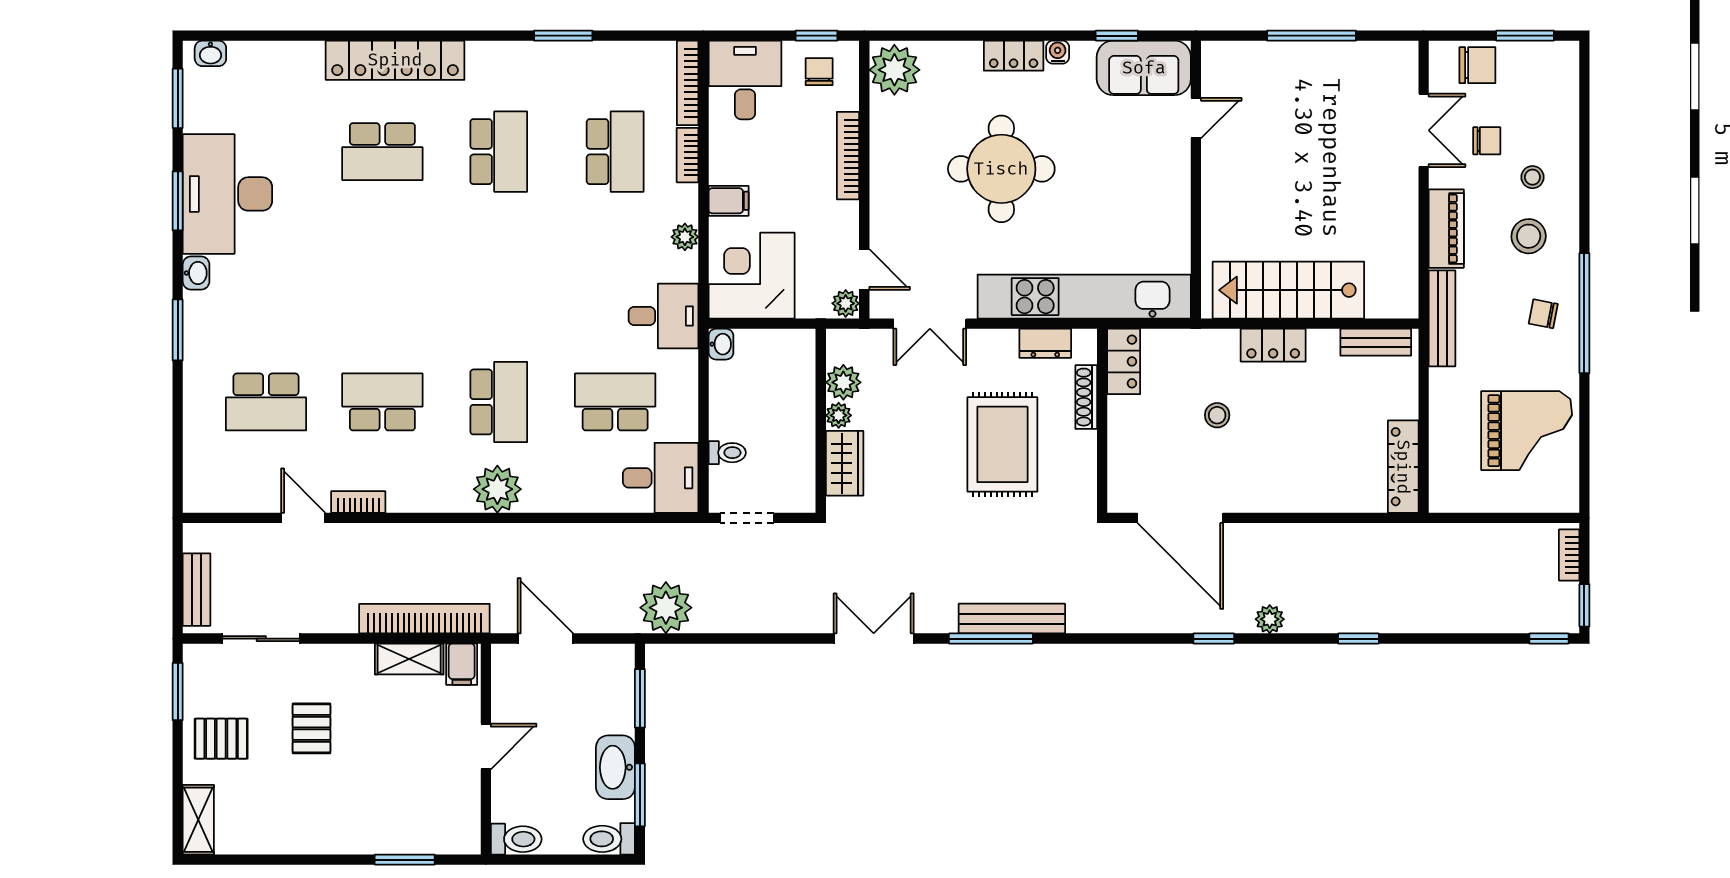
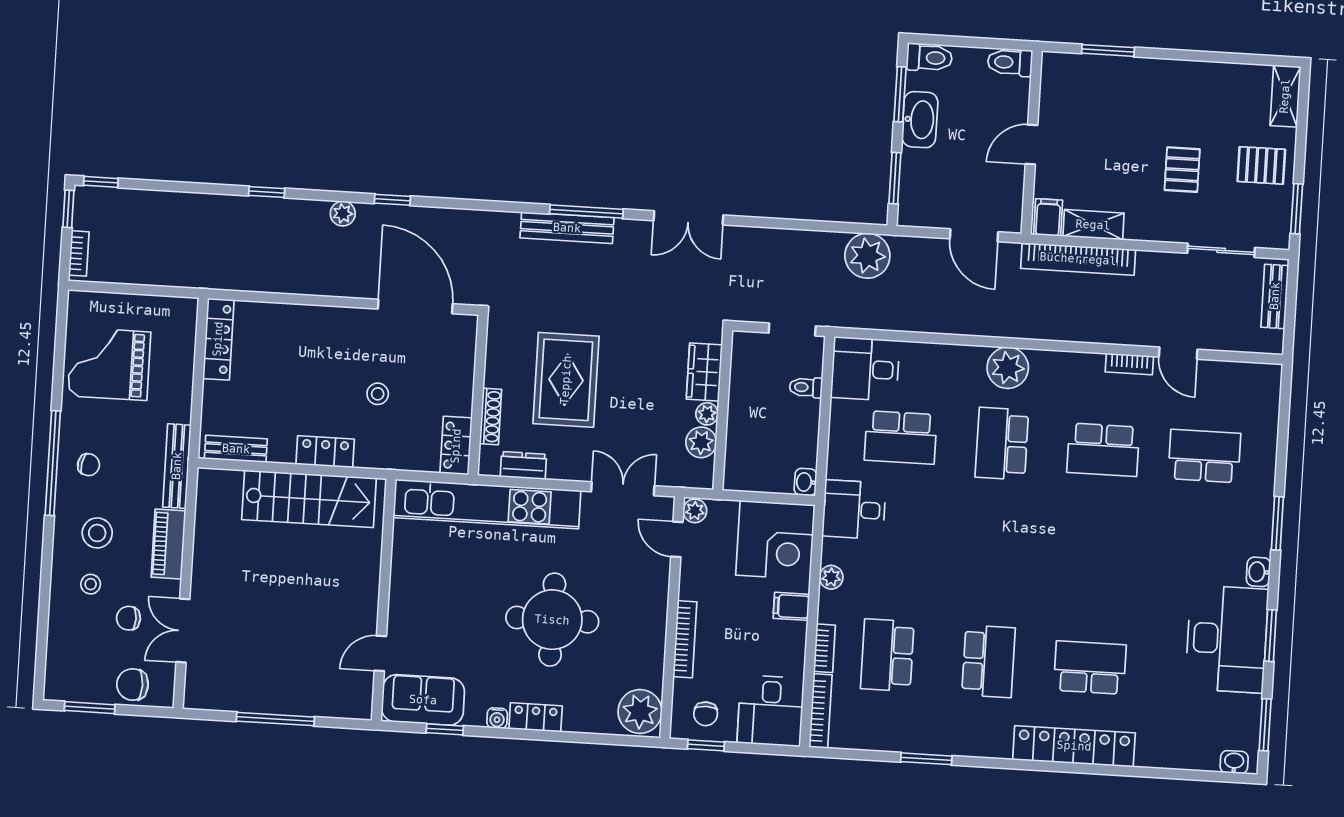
school desk: (499, 152) -> (989, 661), turned 180

